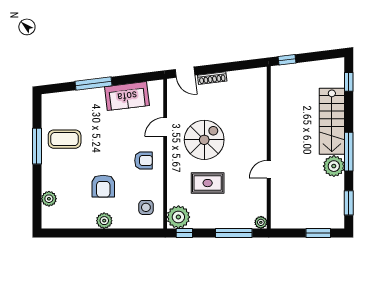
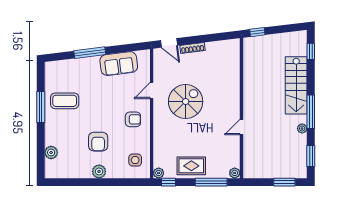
plant: (334, 166) -> (302, 128), width x0.53, depth x0.53
rug: (208, 183) -> (191, 166), moved
plant: (178, 217) -> (159, 173), width x0.53, depth x0.53

